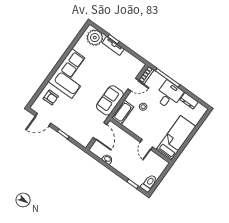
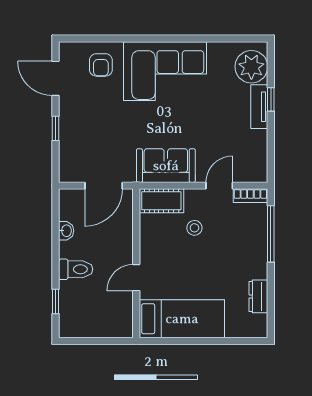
door: (133, 85) -> (219, 186), swing flipped
desk: (169, 95) -> (244, 256), removed
toilet: (149, 183) -> (76, 269), moved

